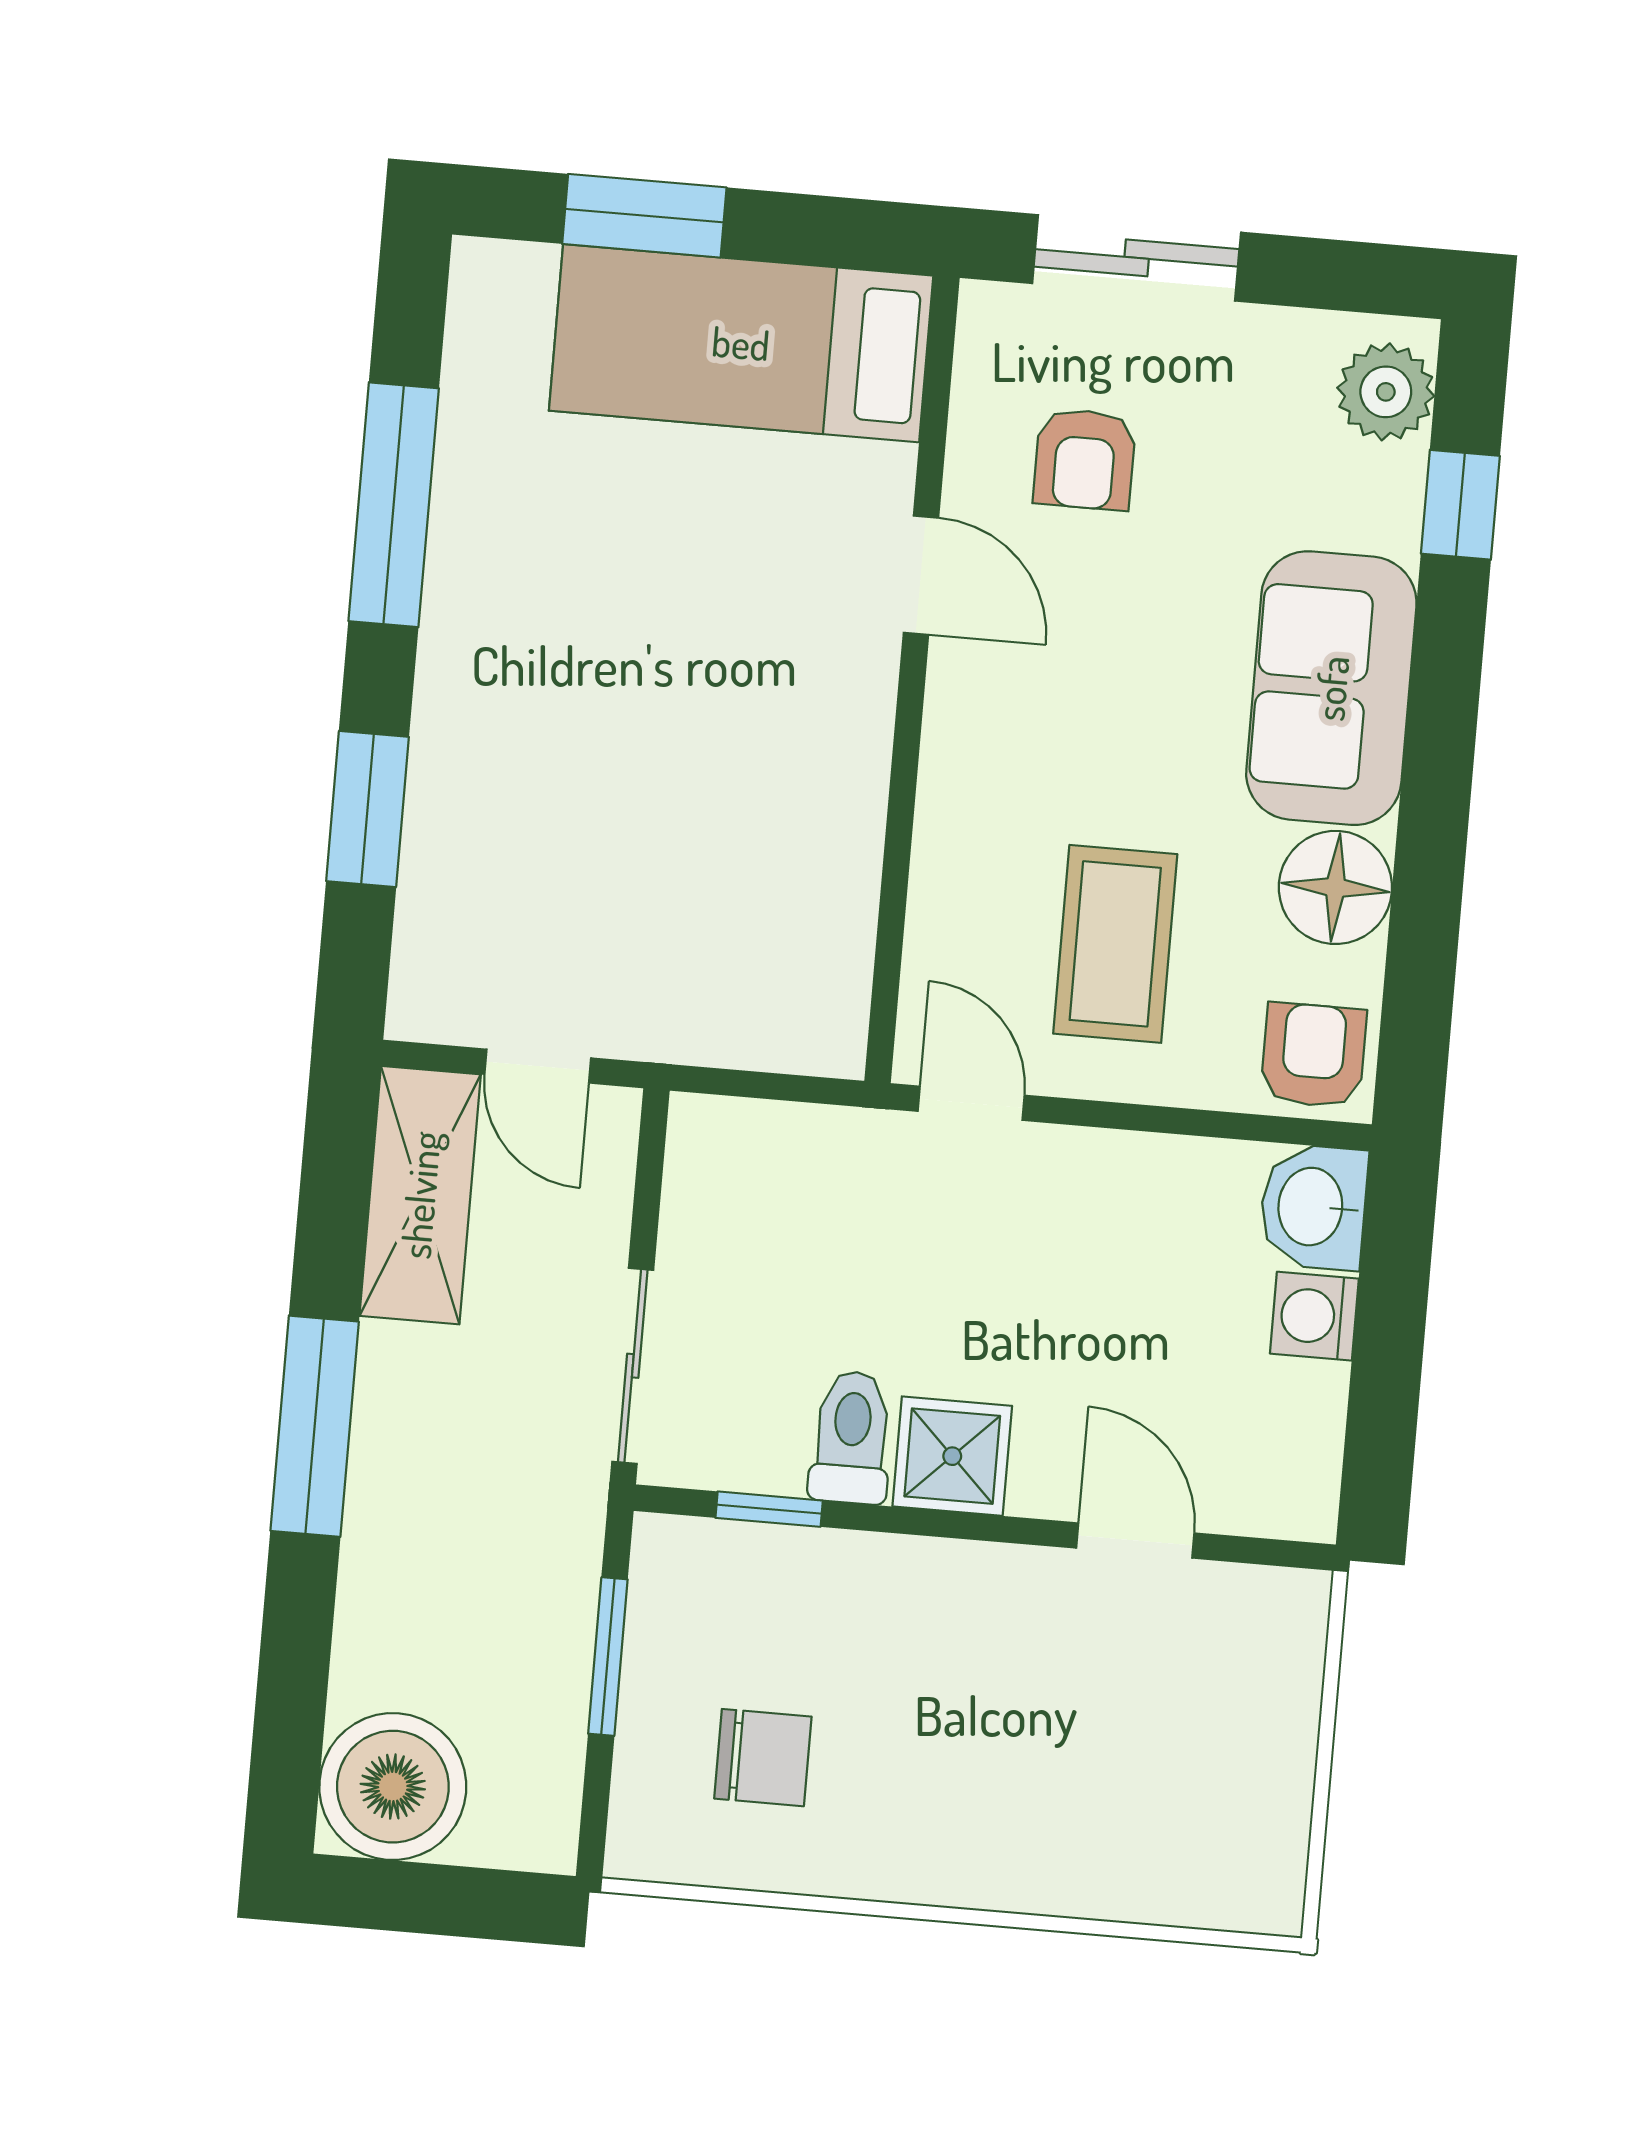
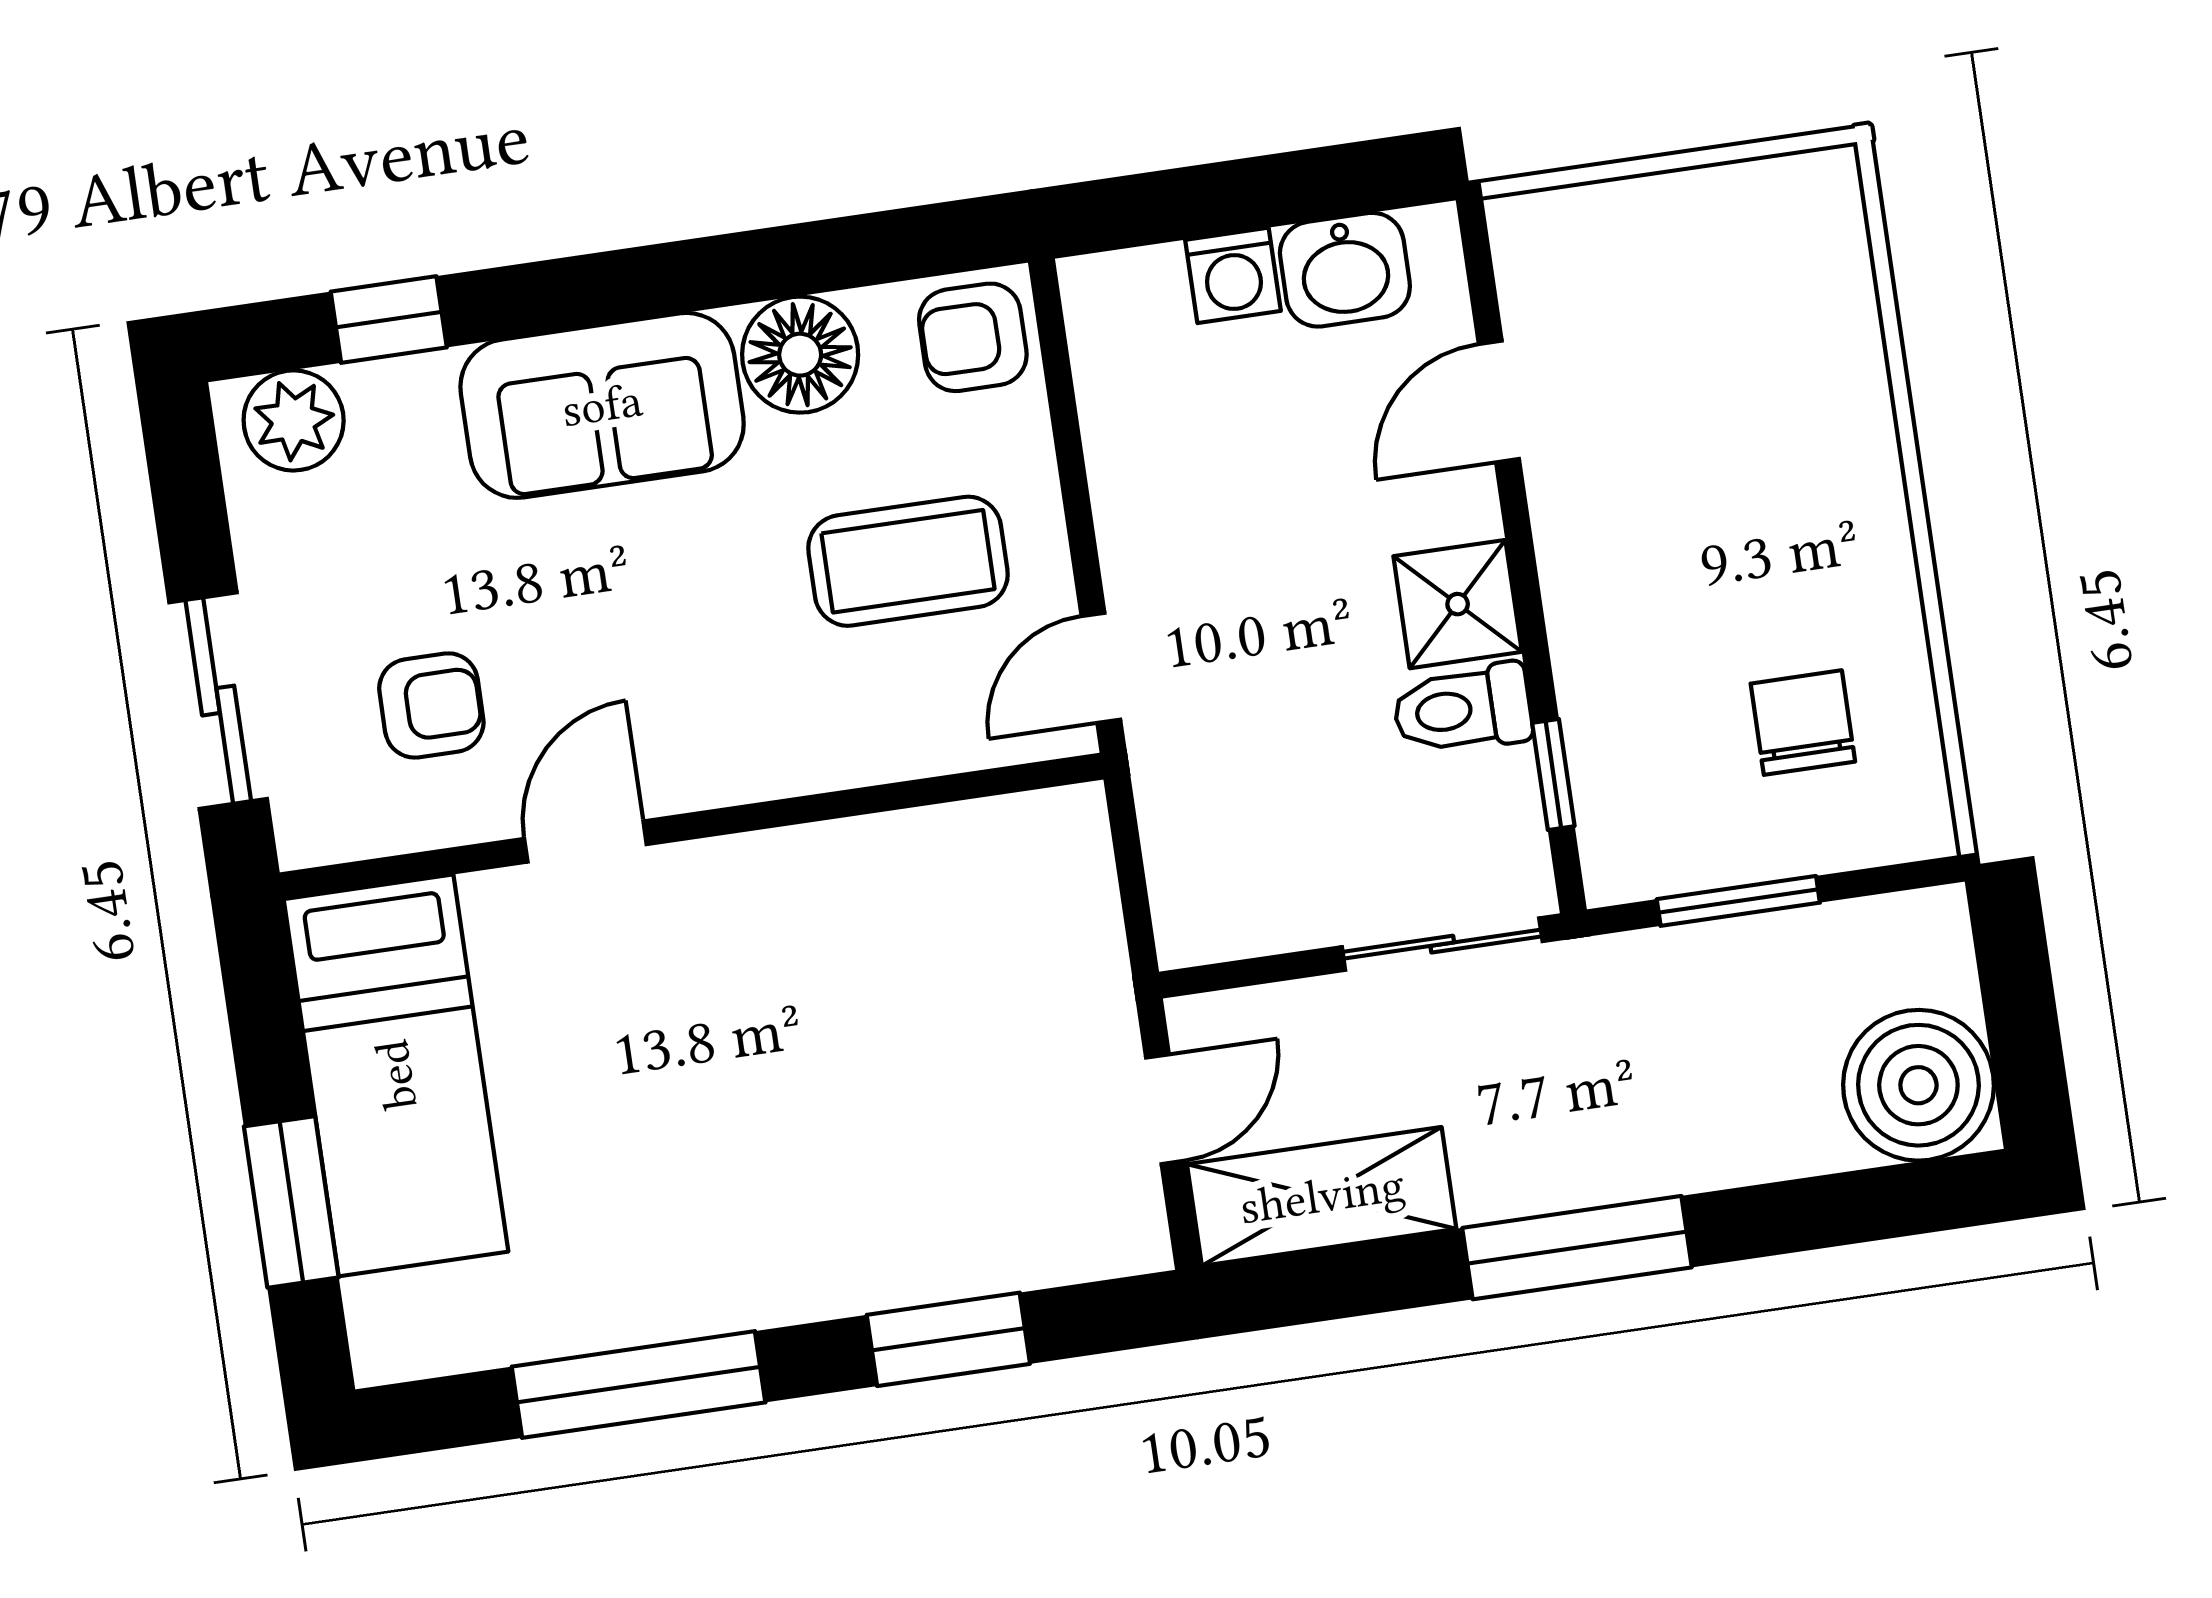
washbasin: (1313, 1207) -> (1345, 270), moved

